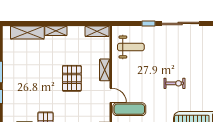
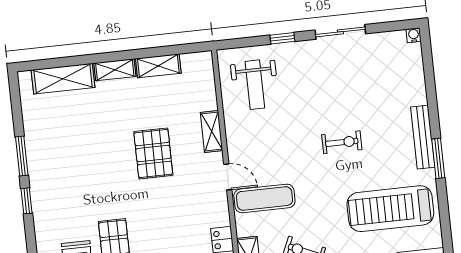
sliding door: (180, 23) -> (340, 32), width x0.73
shelving: (97, 31) -> (158, 66), moved
weight bench: (131, 47) -> (255, 85), turned 90

